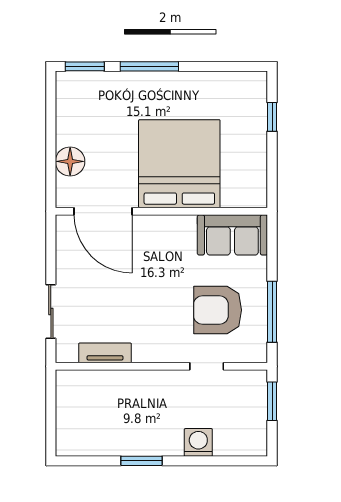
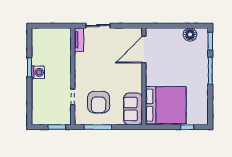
floor lamp: (70, 161) -> (190, 34), moved
bed: (179, 164) -> (166, 105), moved
armchair: (218, 310) -> (99, 102), turned 180
tv unit: (105, 353) -> (79, 40), moved
washing machine: (198, 442) -> (38, 72), moved

